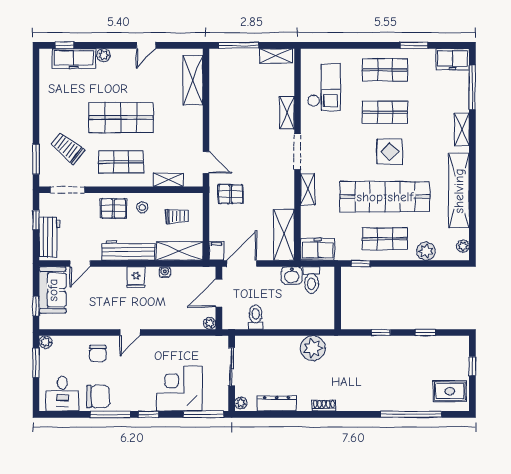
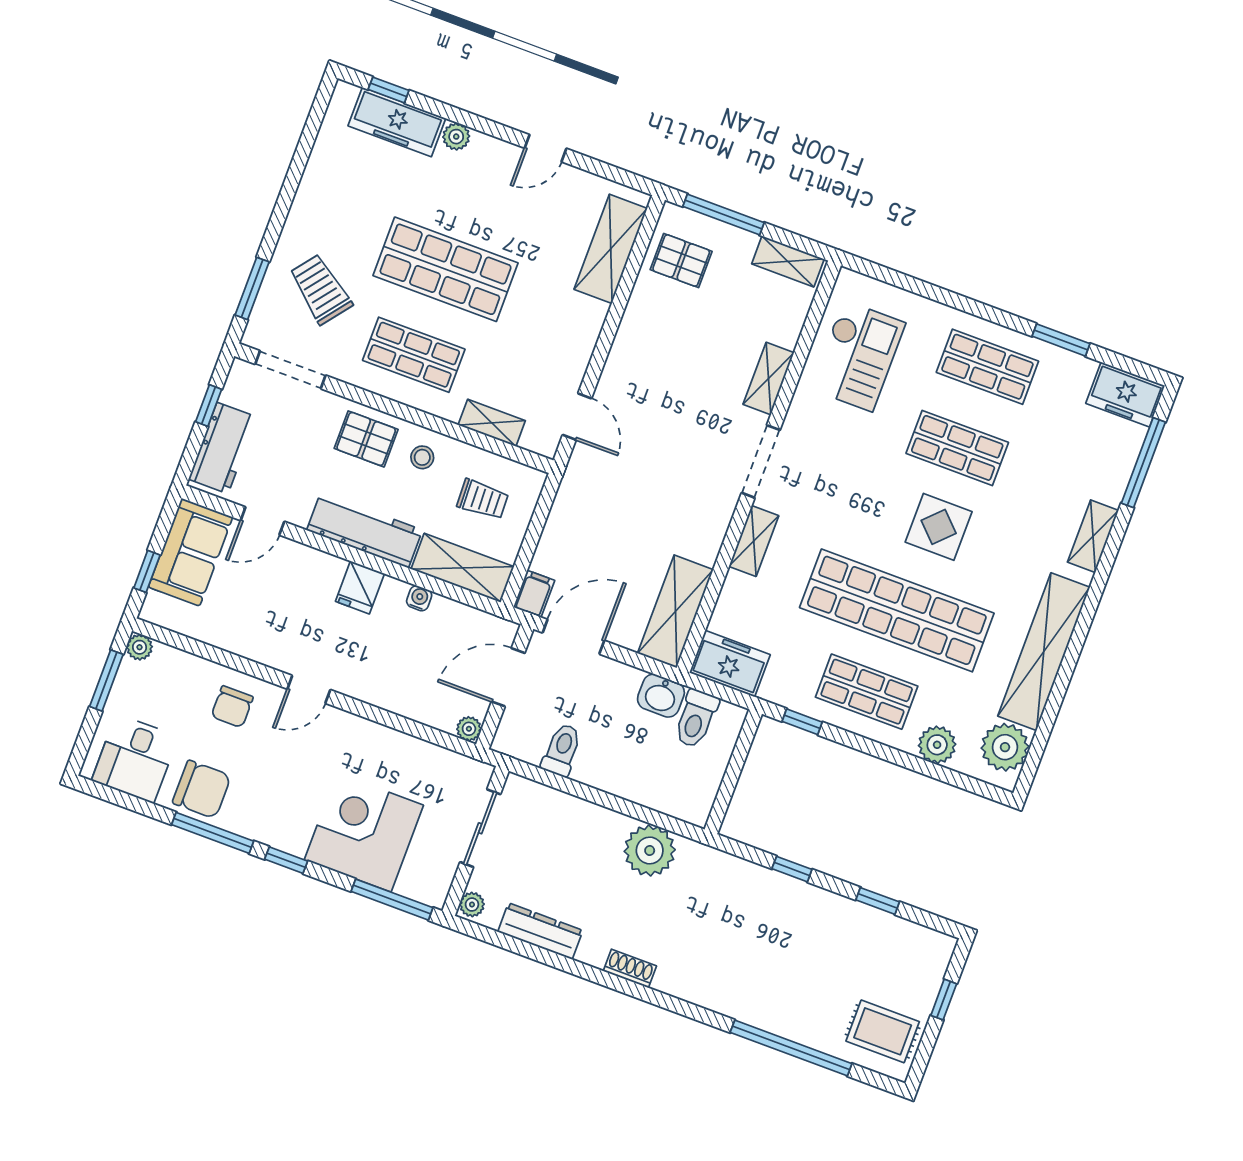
pallet: (231, 194) -> (681, 260), moved
plant: (463, 246) -> (1005, 747), width x1.88, depth x1.88

